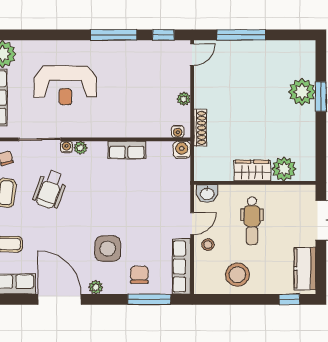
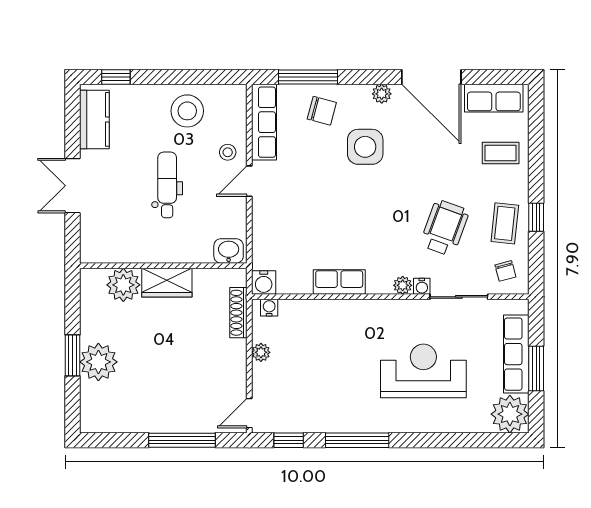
plant: (284, 169) -> (123, 285), moved
wardrobe: (252, 171) -> (167, 283), moved
wall: (255, 183) -> (163, 266), moved
washbasin: (207, 194) -> (229, 251), moved
chair: (139, 275) -> (322, 111), turned -75

